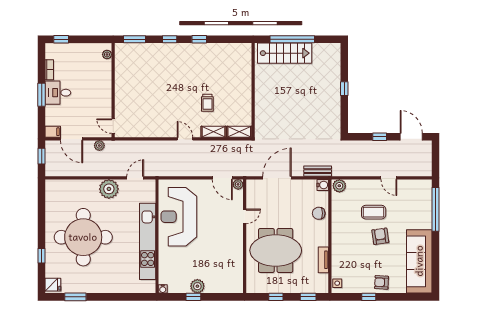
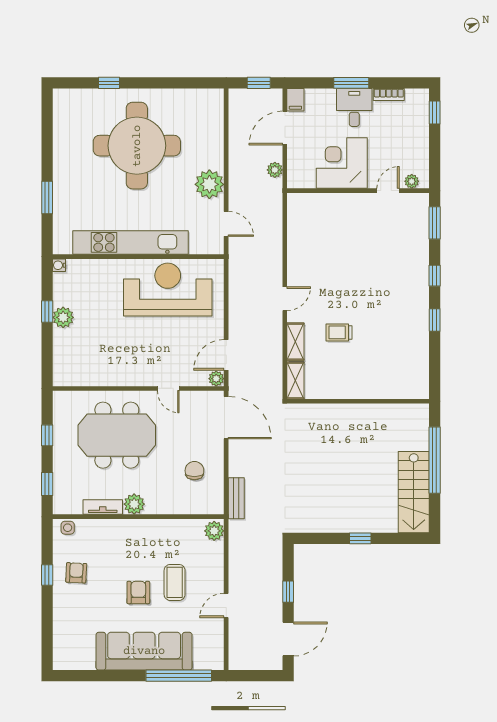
stairs: (285, 53) -> (414, 492), moved
corner desk: (95, 101) -> (342, 163), added
door: (113, 126) -> (388, 191), moved
door: (277, 178) -> (226, 418), moved
water cooler: (323, 185) -> (215, 506), removed
chair: (319, 213) -> (194, 471), moved
armchair: (380, 236) -> (138, 593), turned -82
plant: (322, 239) -> (134, 504), added
meeting table: (276, 250) -> (117, 435), turned 90
sofa: (419, 261) -> (144, 651), moved
armchair: (382, 282) -> (76, 573), moved
fridge: (53, 285) -> (65, 100), removed
window: (75, 297) -> (47, 197), moved

